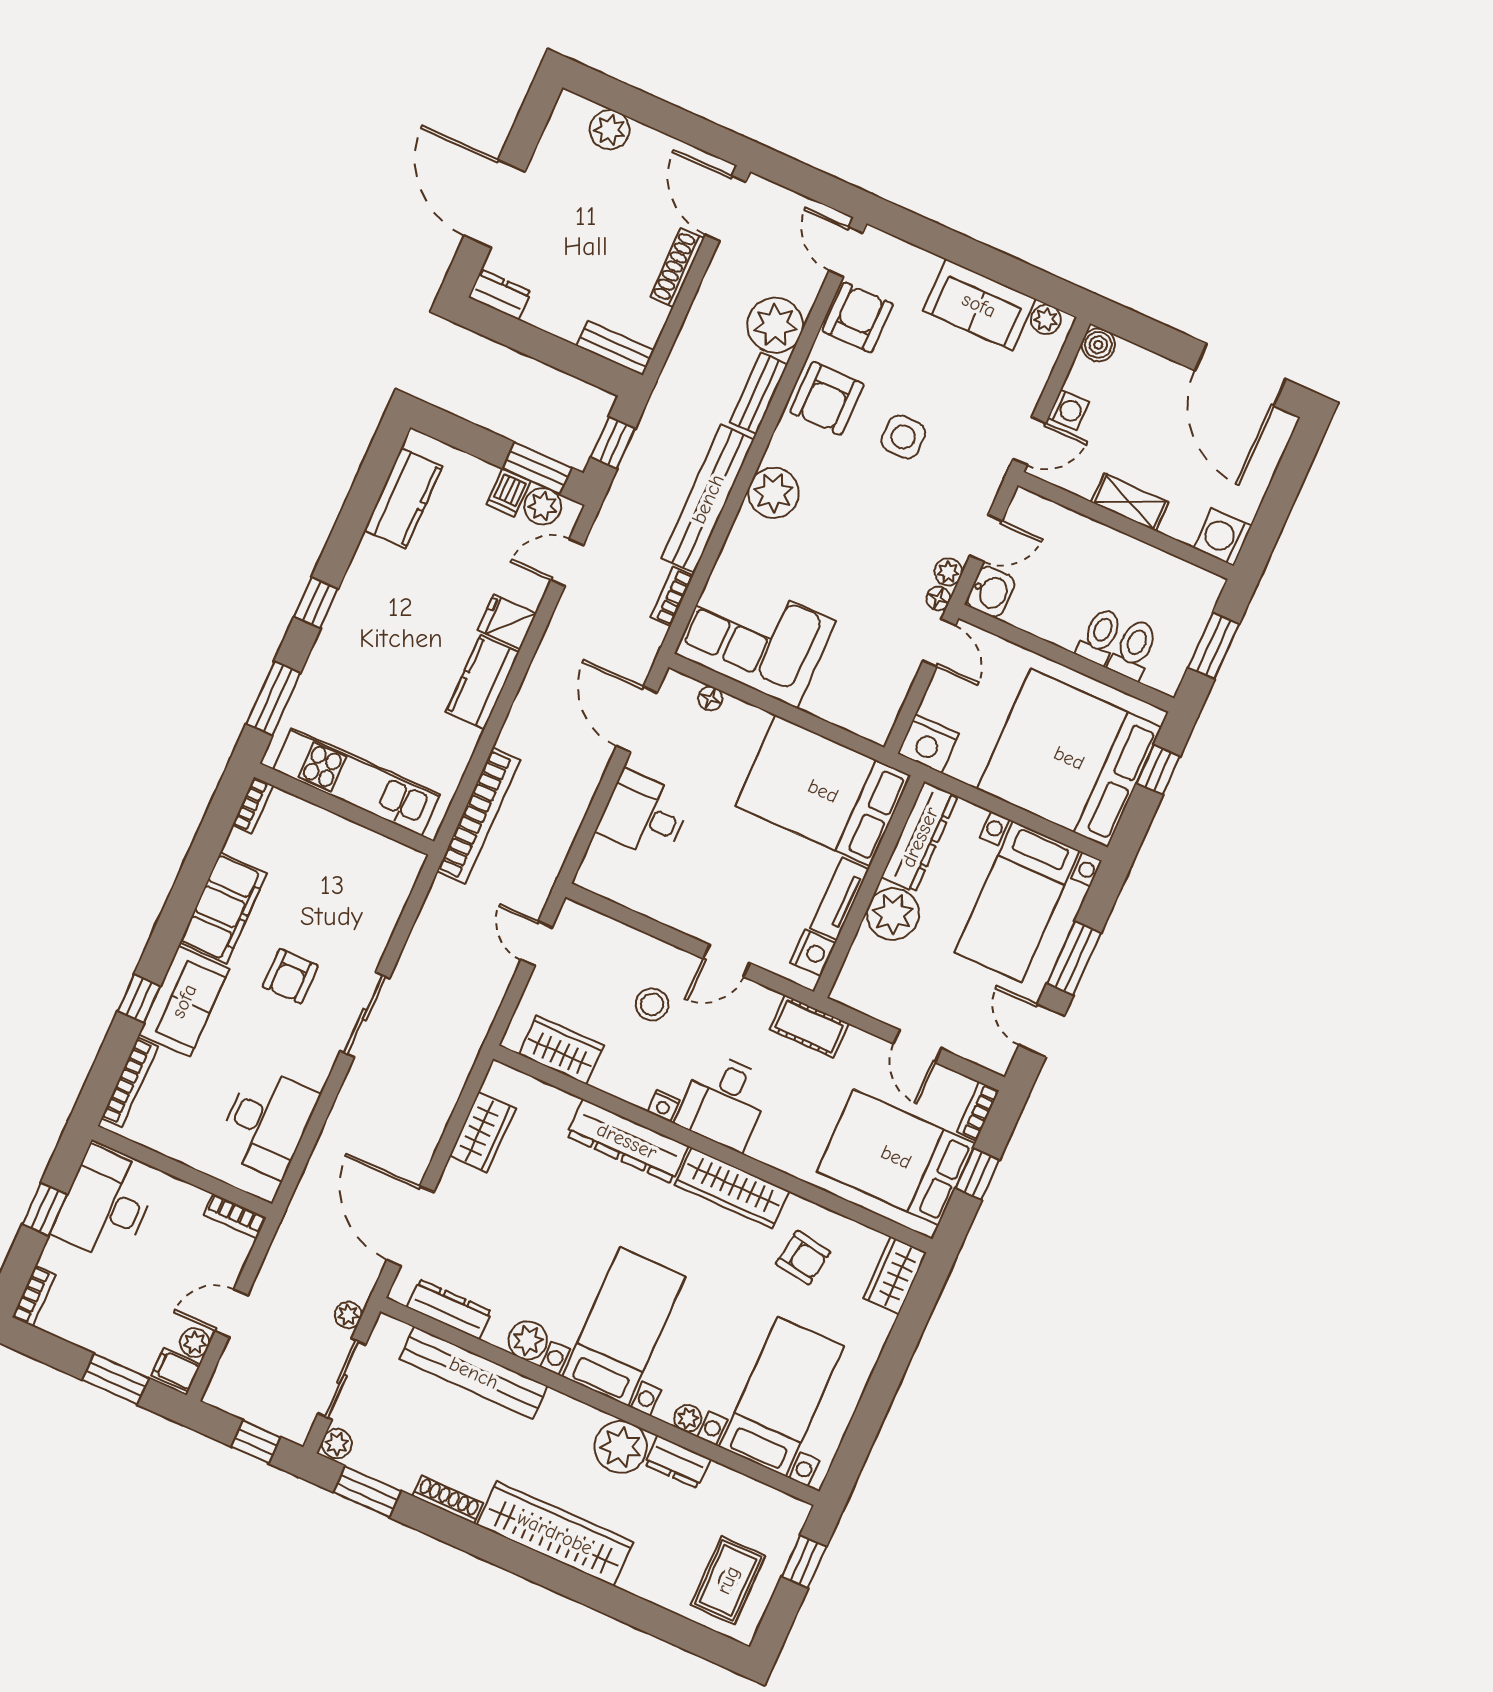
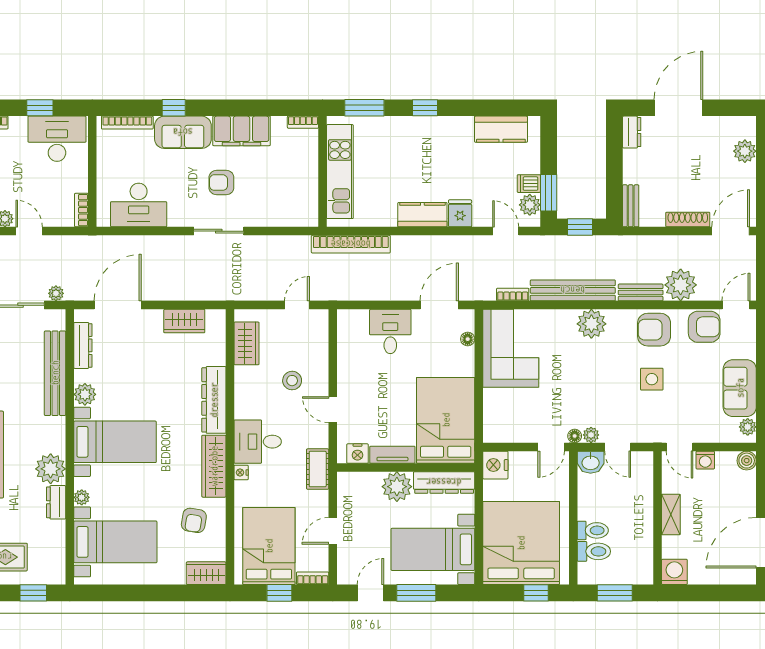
nightstand: (664, 1106) -> (241, 473), moved

